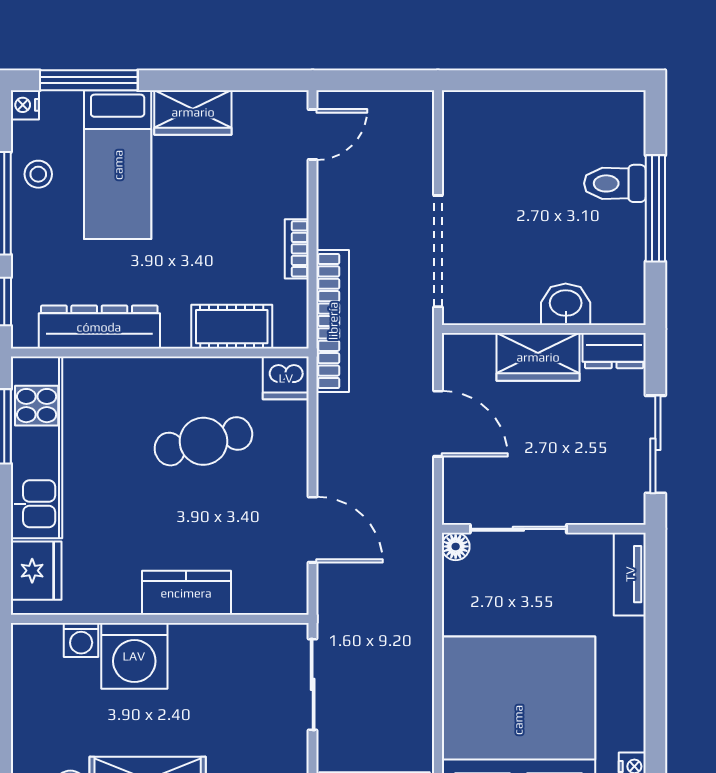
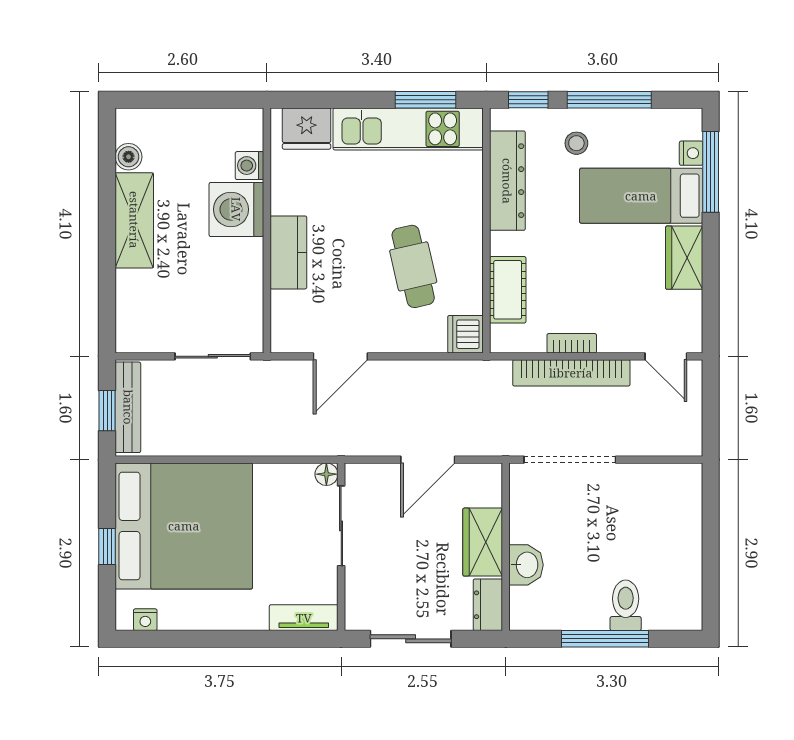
nightstand: (25, 105) -> (691, 153), moved, turned 90
stool: (38, 174) -> (576, 143), moved
bookcase: (333, 321) -> (571, 373), moved

